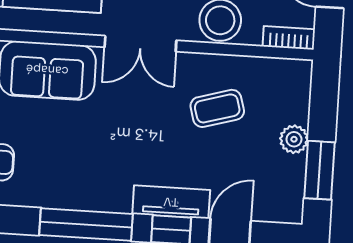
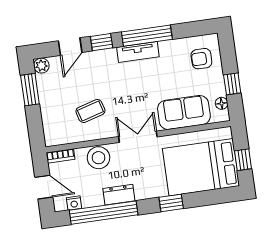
plant: (294, 139) -> (41, 66), moved
tv unit: (171, 202) -> (138, 52), moved

